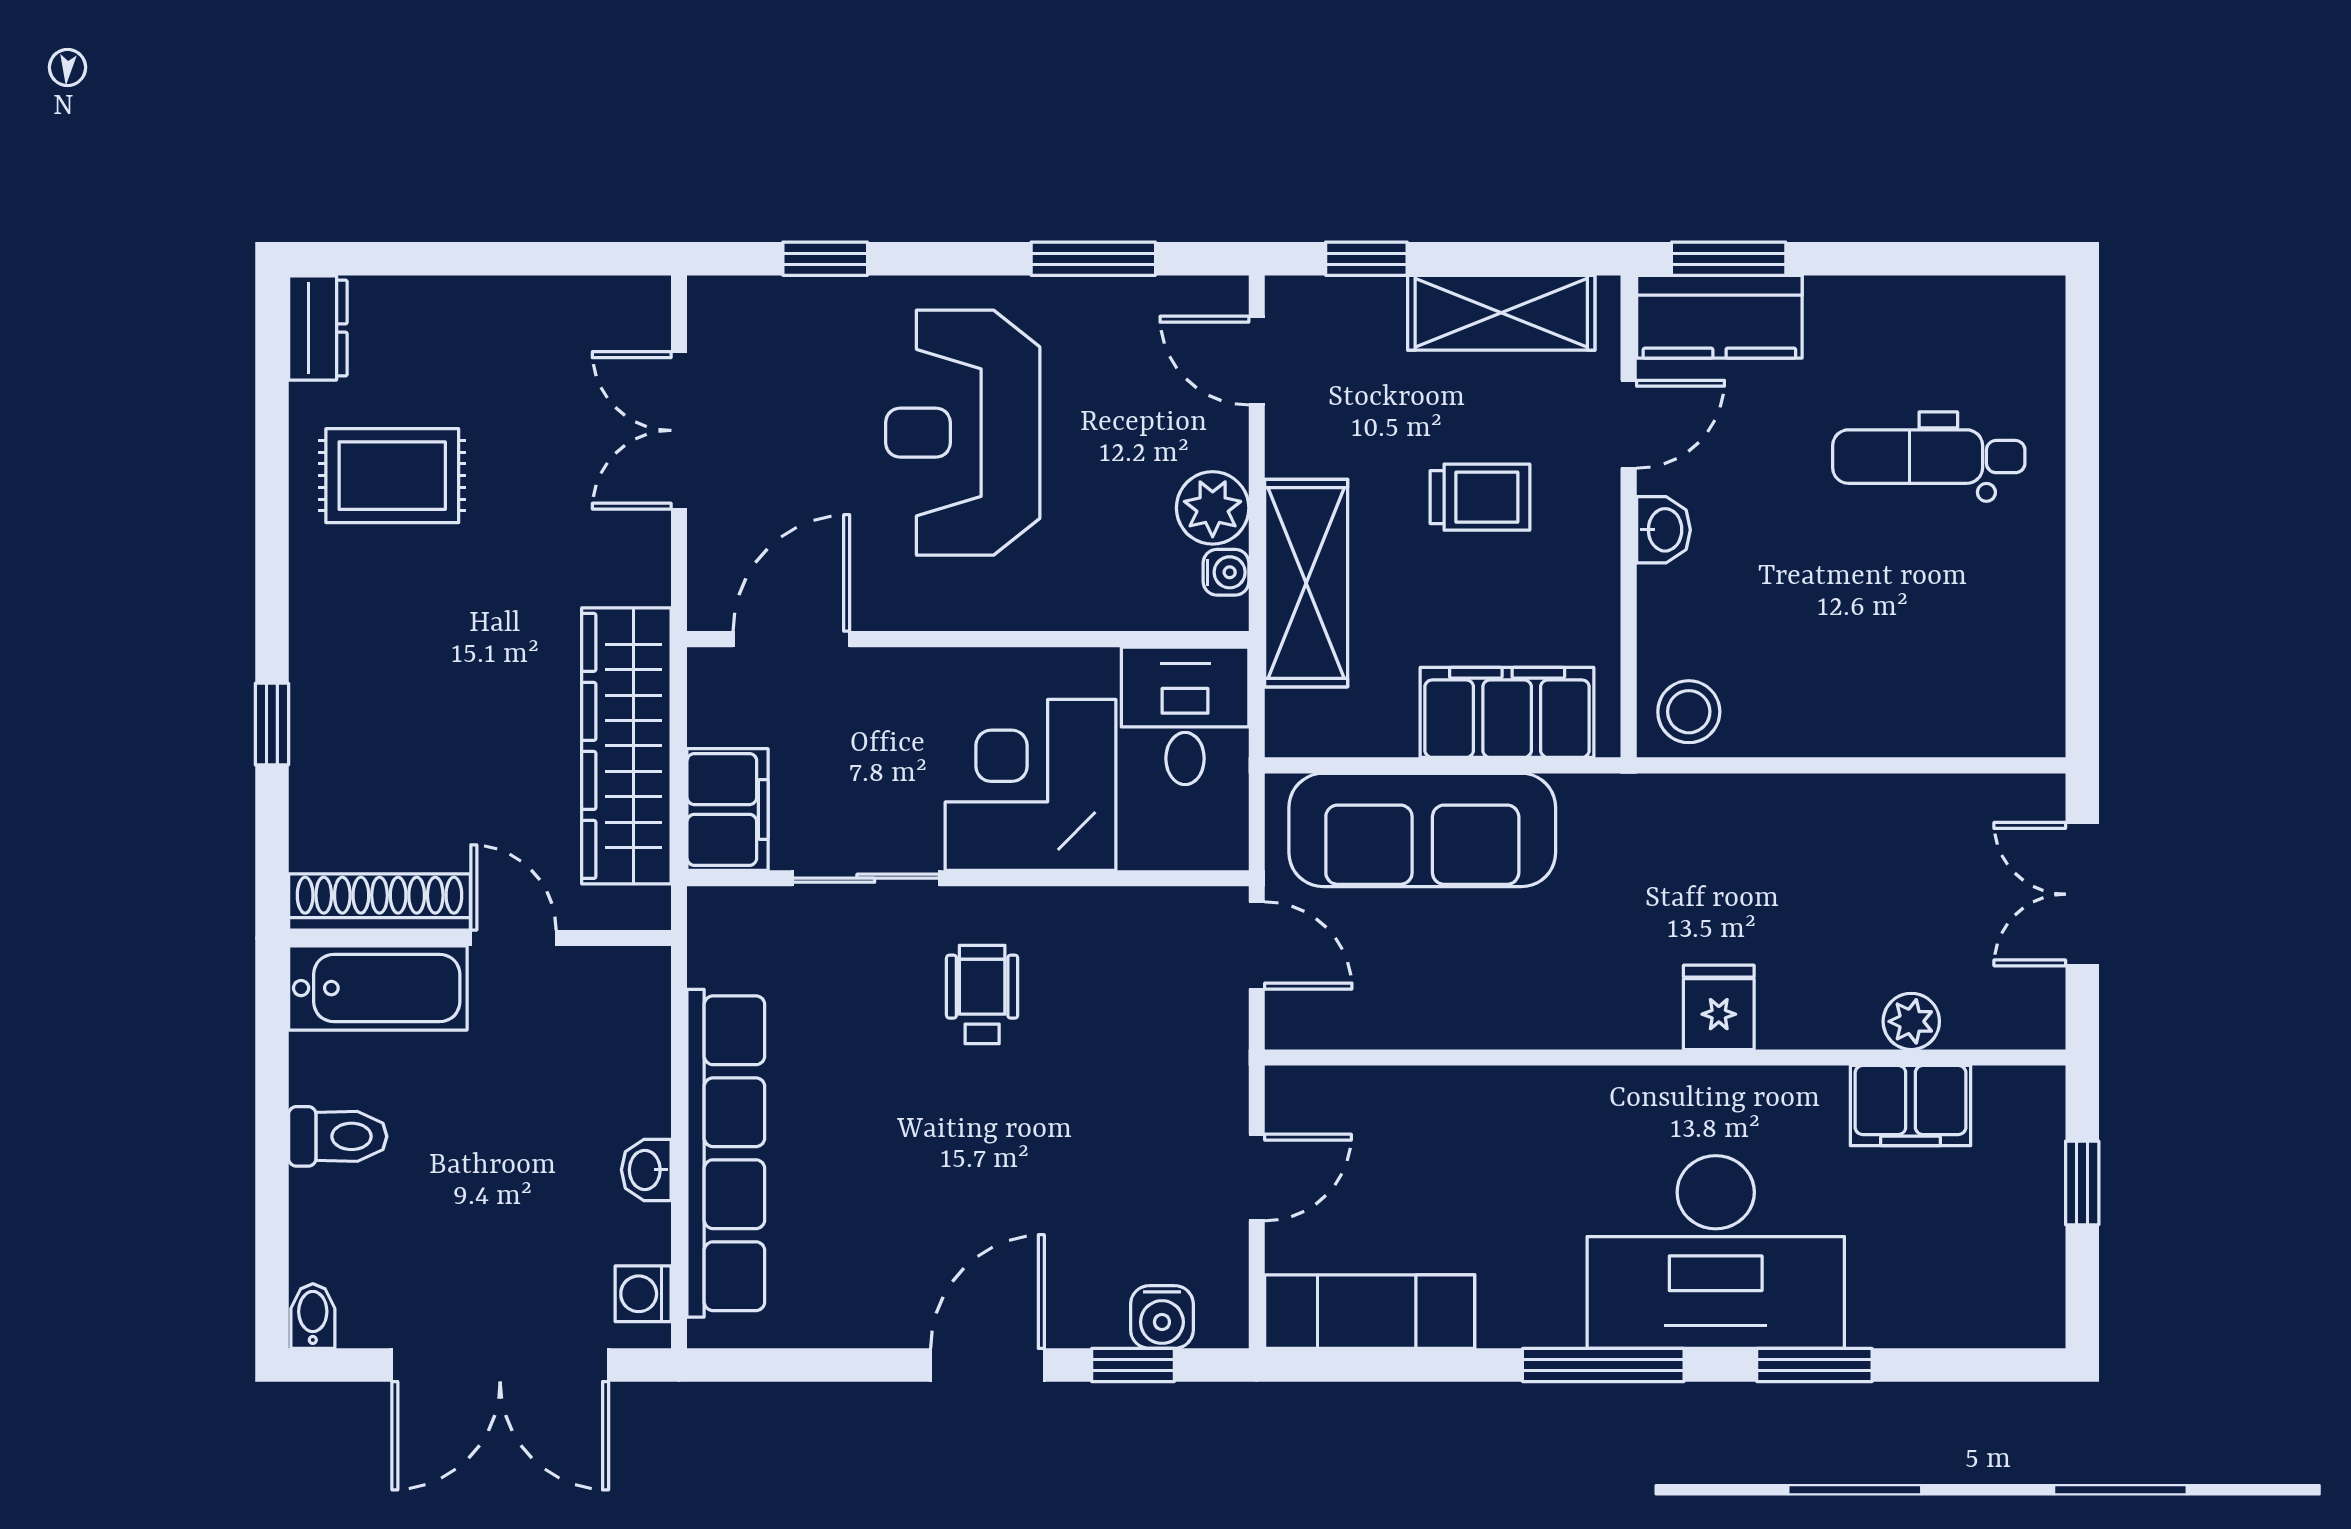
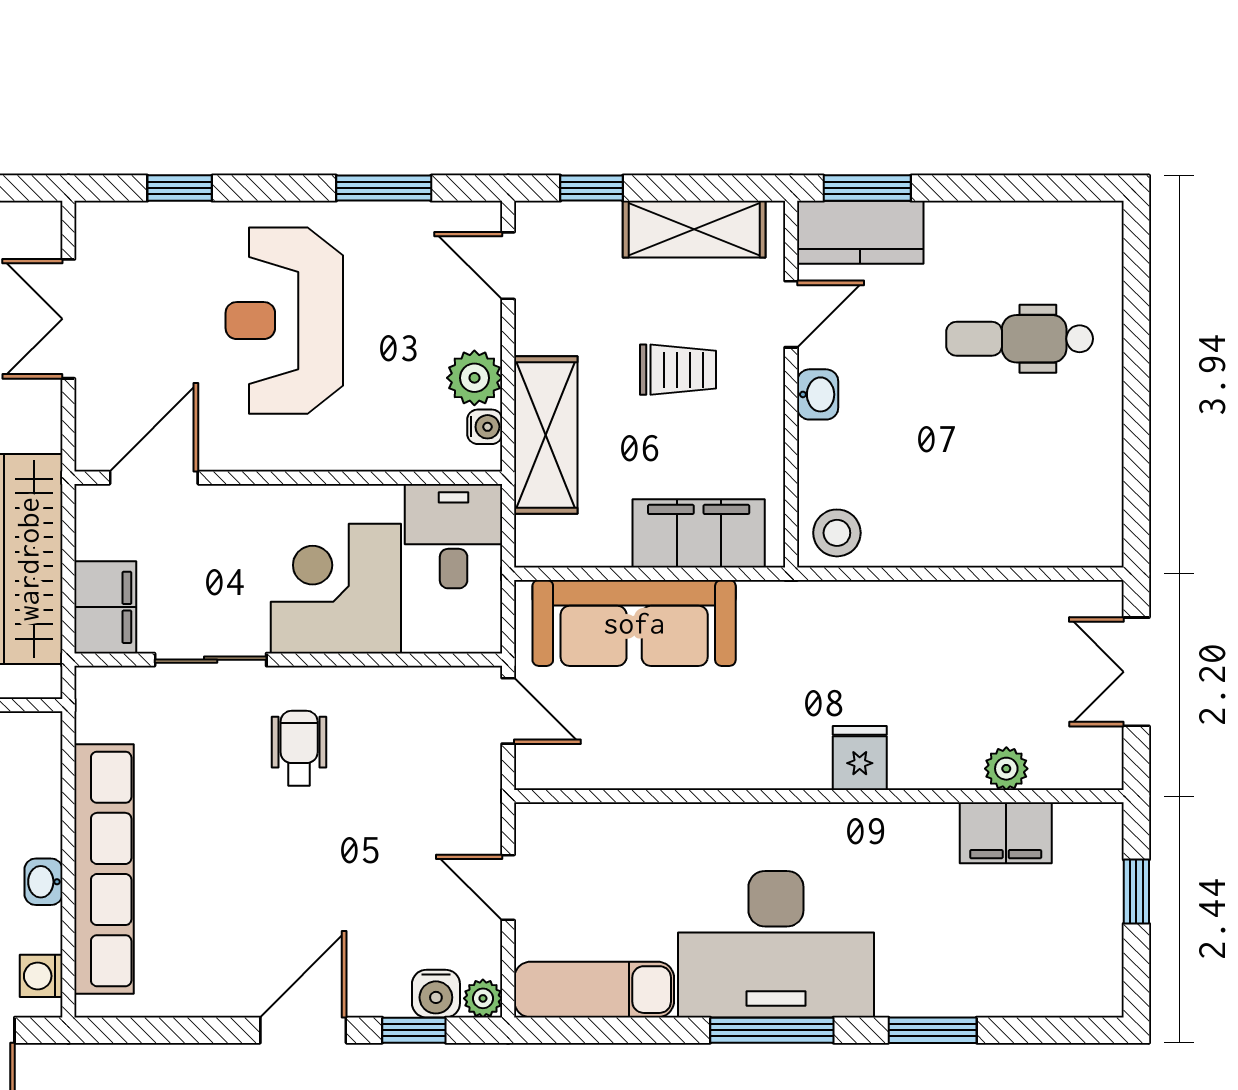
door: (1257, 1178) -> (508, 887), swing flipped
desk: (1716, 1252) -> (776, 944), moved
plant: (1224, 1323) -> (483, 998), added

